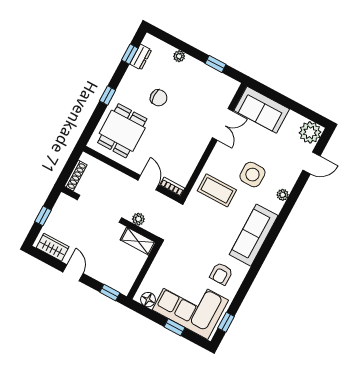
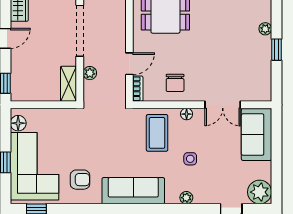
window: (215, 64) -> (277, 50), moved
chair: (159, 98) -> (175, 83), moved
floor lamp: (214, 158) -> (187, 114), added
side table: (252, 175) -> (190, 159), width x0.54, depth x0.54
armchair: (221, 274) -> (80, 180), turned 180

